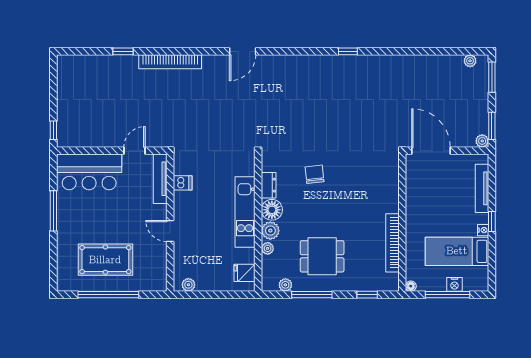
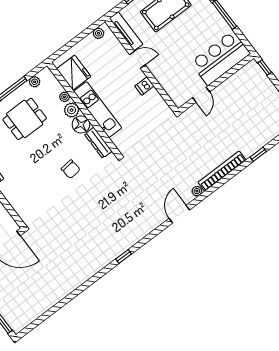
window: (348, 51) -> (124, 257), moved
plant: (470, 61) -> (197, 191), moved
tv unit: (160, 179) -> (126, 31), moved
dishwasher: (183, 183) -> (144, 86), moved
dresser: (269, 185) -> (98, 143), width x1.44
fridge: (245, 273) -> (74, 73), width x1.88, depth x1.34

